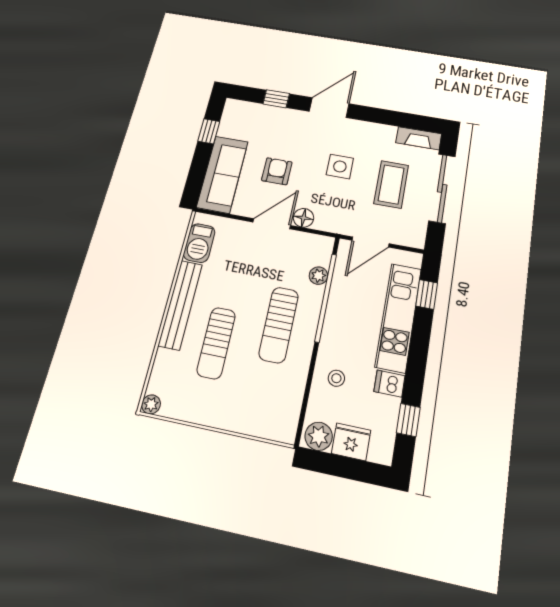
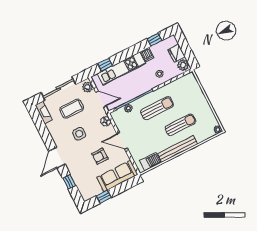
door: (329, 108) -> (57, 158), hinge flipped
floor lamp: (303, 218) -> (106, 121), moved
plant: (409, 236) -> (87, 87), added

